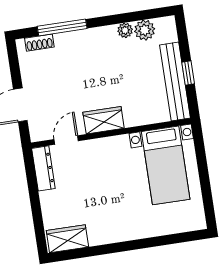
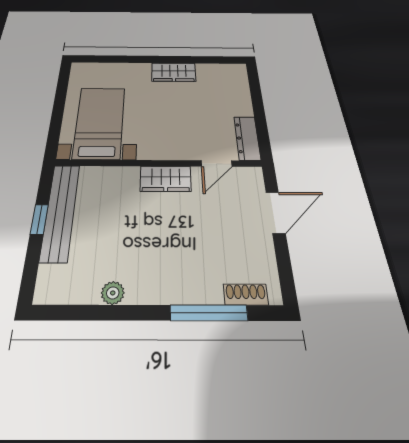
plant: (145, 30) -> (83, 289), removed
wardrobe: (67, 239) -> (174, 72), moved

